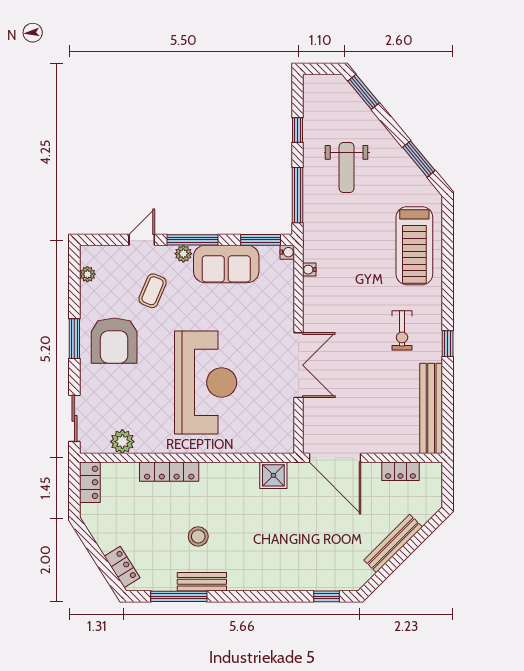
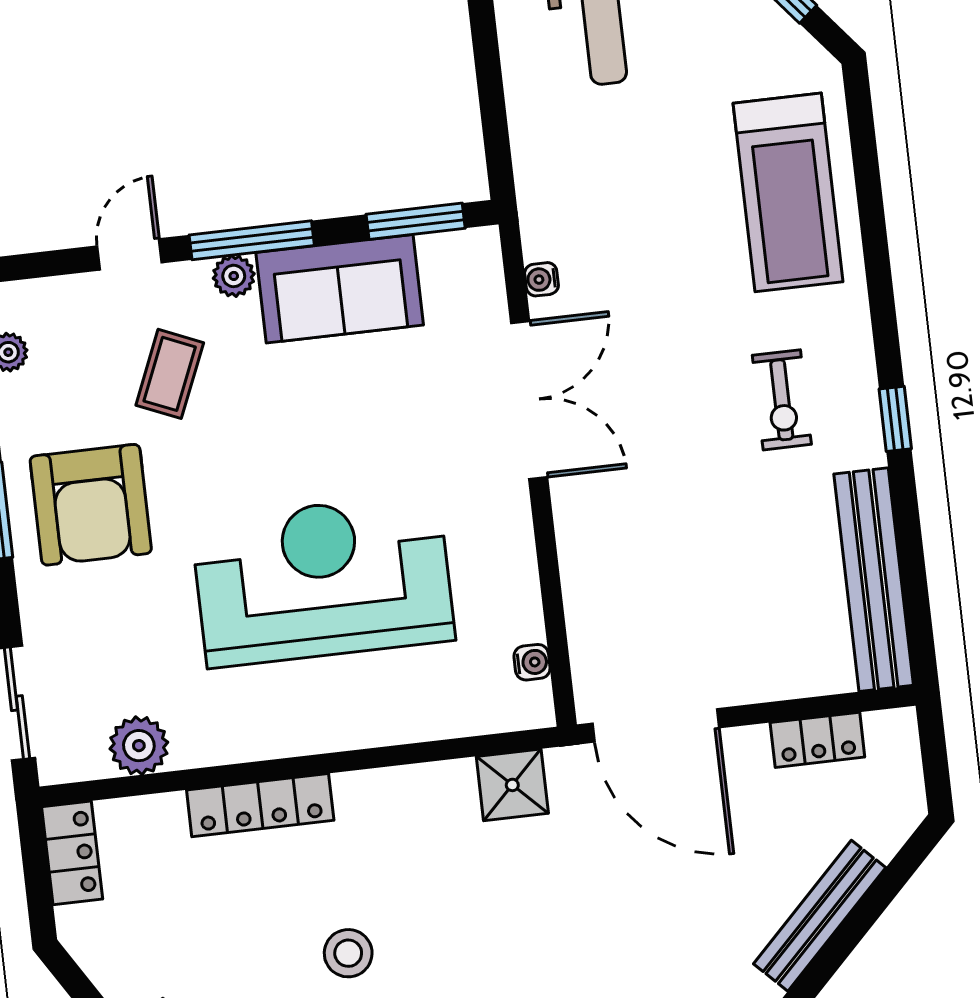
window: (297, 195) -> (492, 103), removed
water cooler: (287, 252) -> (532, 662), moved
double door: (299, 365) -> (529, 400), moved
reception desk: (206, 382) -> (323, 580), turned -90

